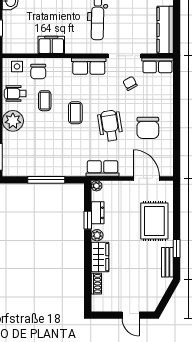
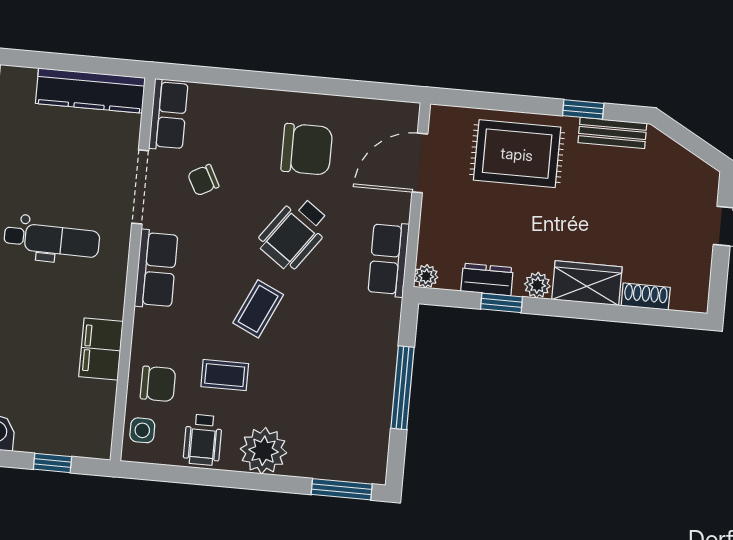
coffee table: (75, 113) -> (258, 309), turned -65
wheelchair: (110, 126) -> (294, 233), turned -45

